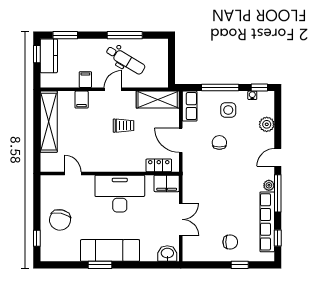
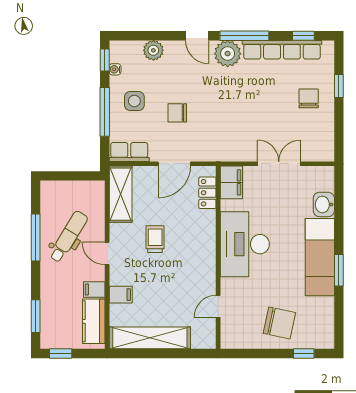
kitchen counter: (49, 56) -> (94, 321), moved, turned -90
plant: (269, 185) -> (228, 54), width x1.88, depth x1.88
washbasin: (167, 254) -> (324, 204), moved

